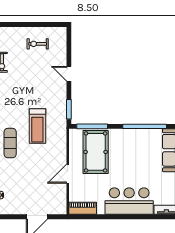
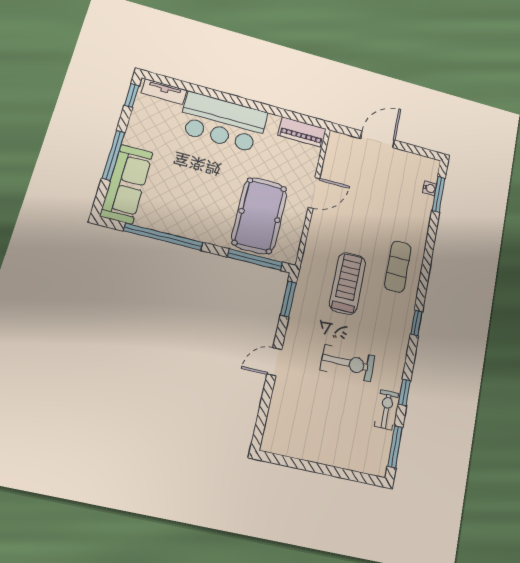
exercise bike: (38, 44) -> (348, 363), moved, width x1.38, depth x1.39
door: (69, 74) -> (274, 362), swing flipped

